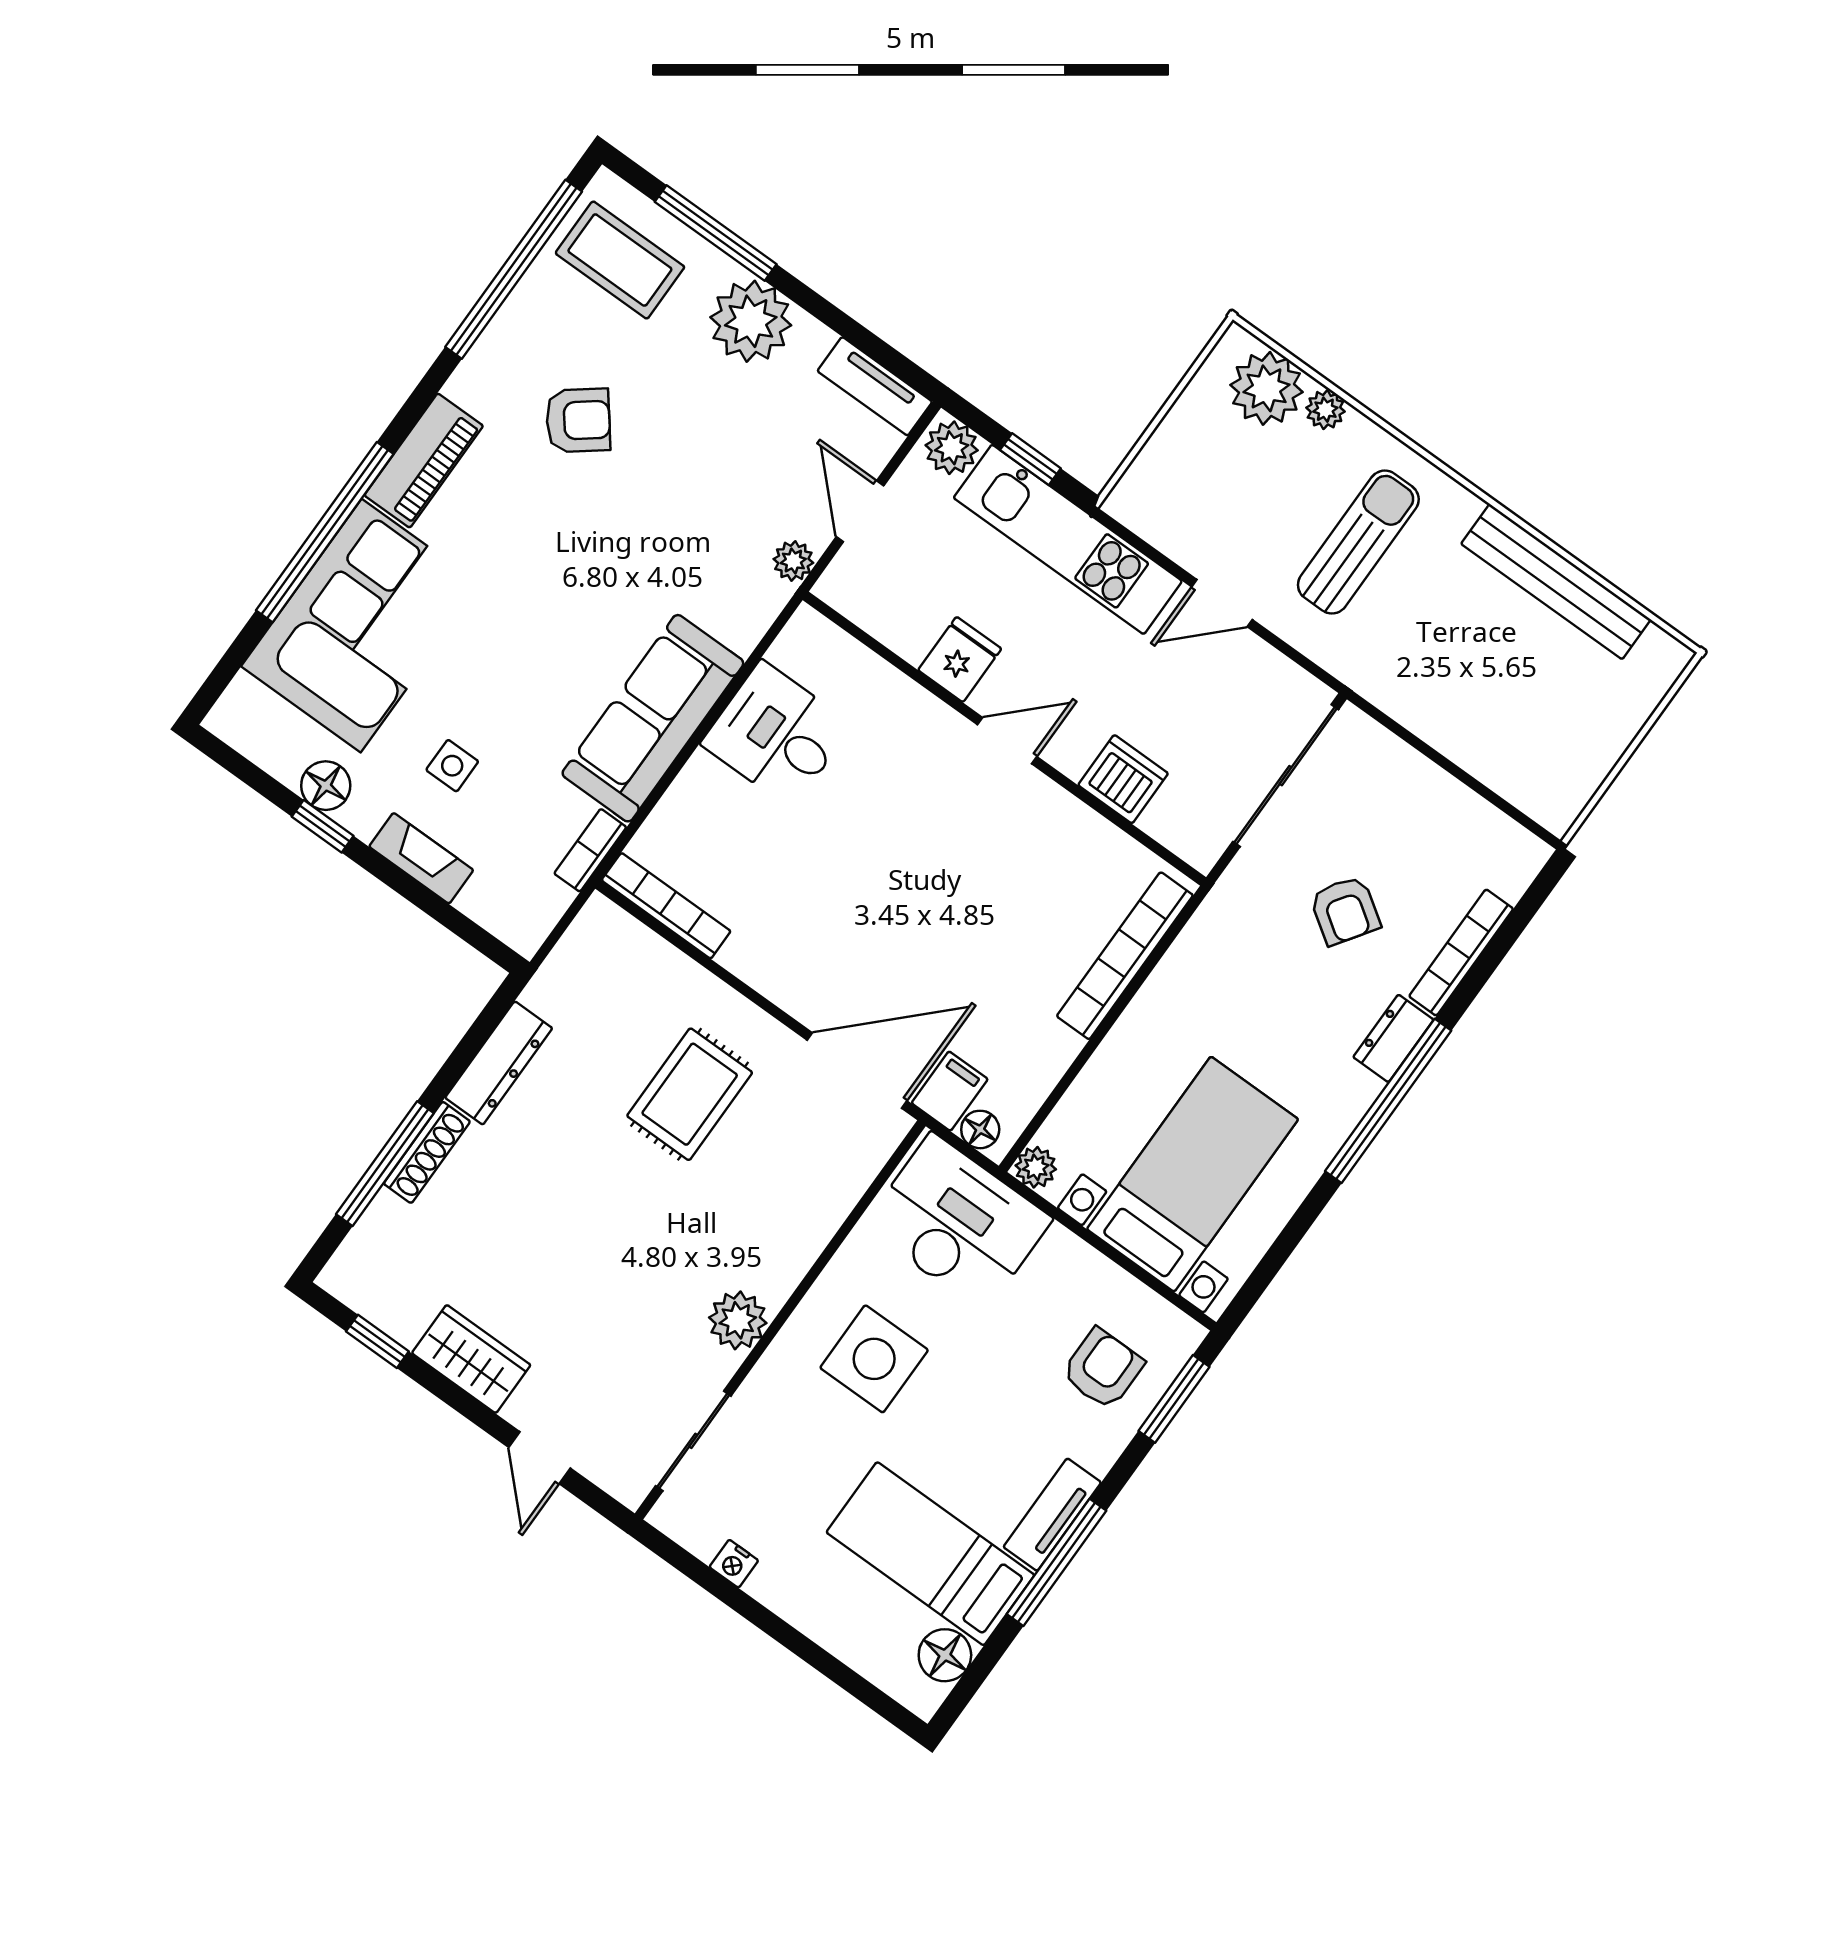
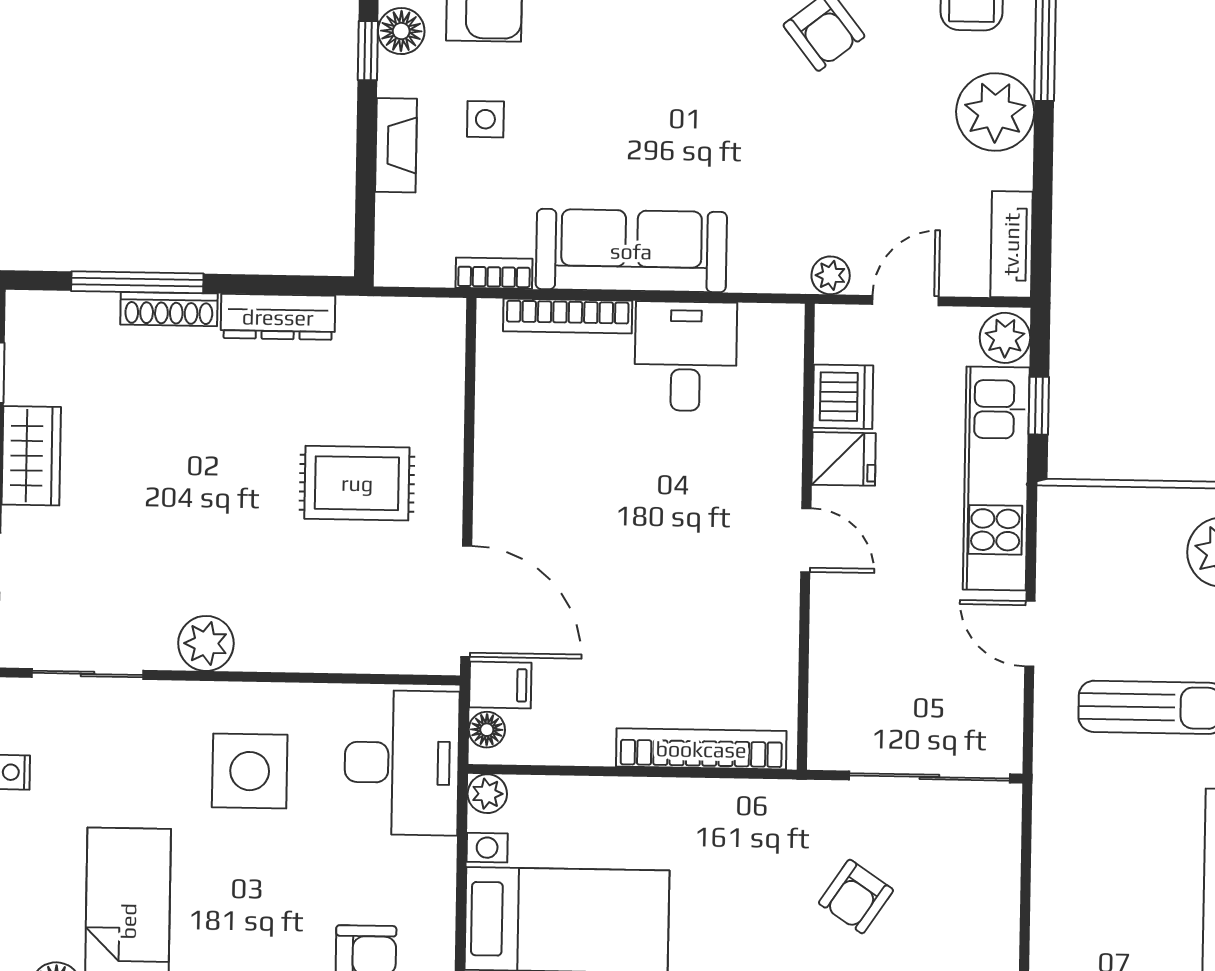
dishwasher: (1123, 779) -> (843, 397), moved
bookcase: (666, 906) -> (568, 316), moved, turned 90

